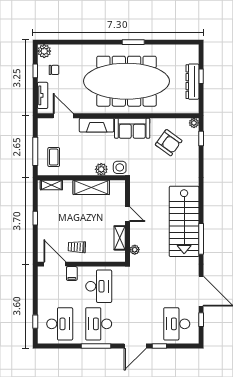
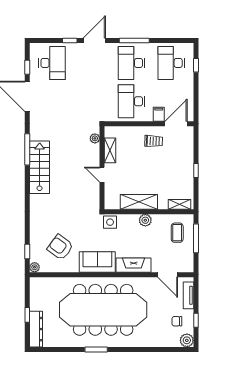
dresser: (192, 82) -> (36, 329), moved
plant: (101, 169) -> (145, 220), moved
stairs: (184, 221) -> (40, 167), width x0.73, depth x0.66
door: (55, 264) -> (176, 124), swing flipped
desk: (99, 324) -> (131, 63), turned 180

